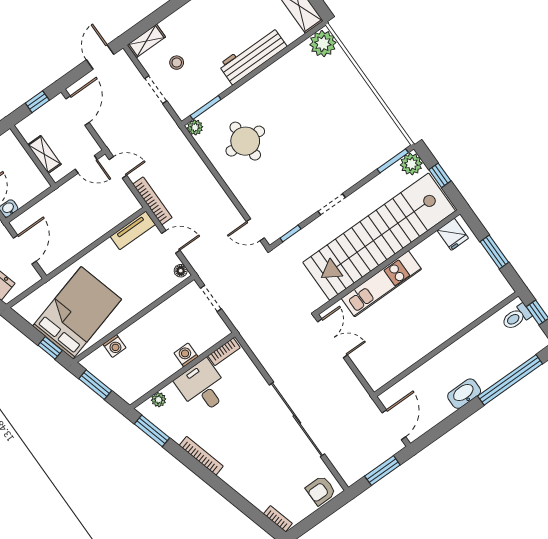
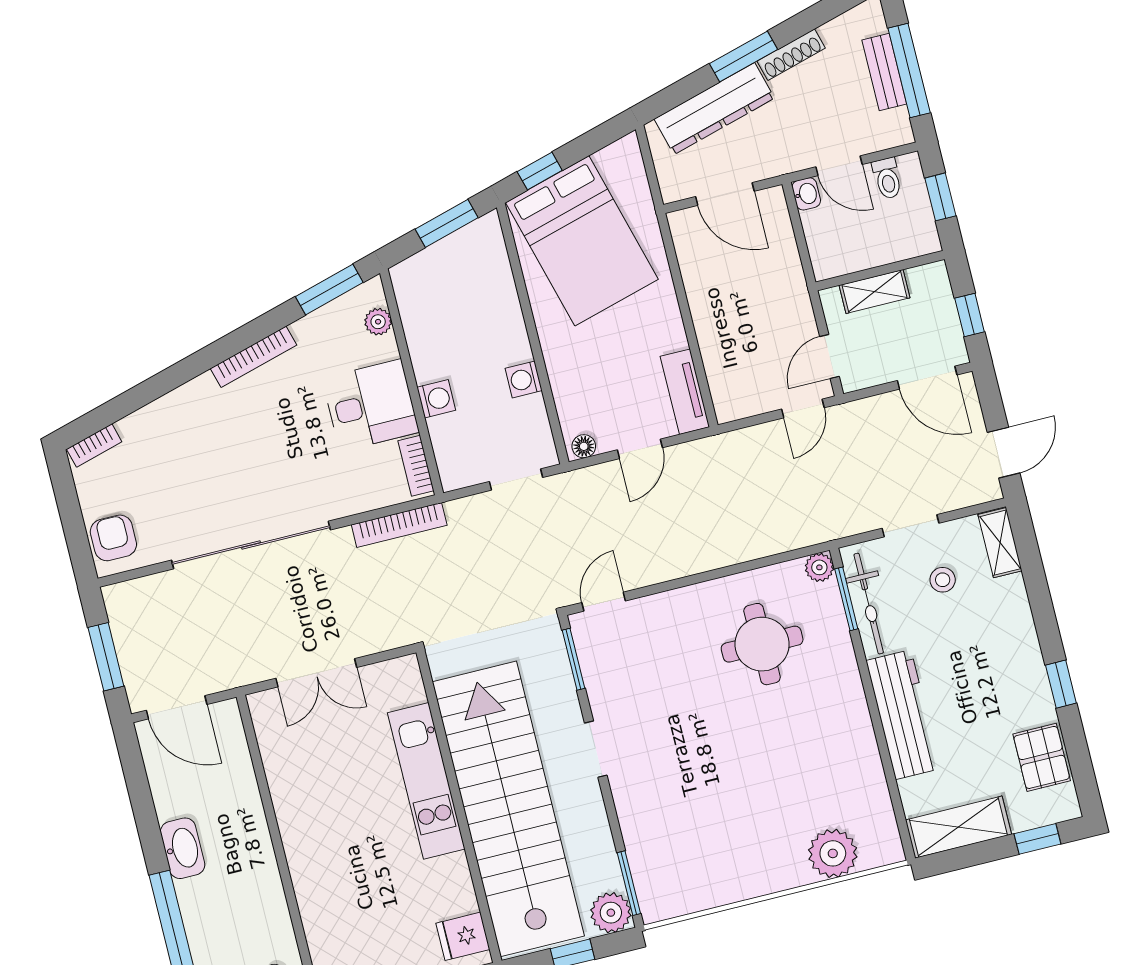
plant: (323, 44) -> (833, 853), moved
door: (100, 57) -> (1004, 453), hinge flipped
bicycle: (203, 95) -> (869, 604), added
bookcase: (152, 201) -> (399, 525), moved
window: (290, 234) -> (573, 659), width x1.50
double door: (333, 338) -> (316, 673), moved
washing machine: (114, 346) -> (524, 379), moved

